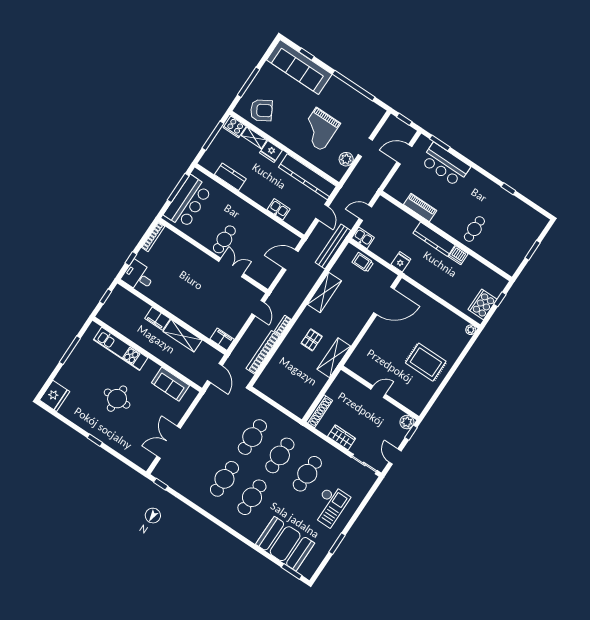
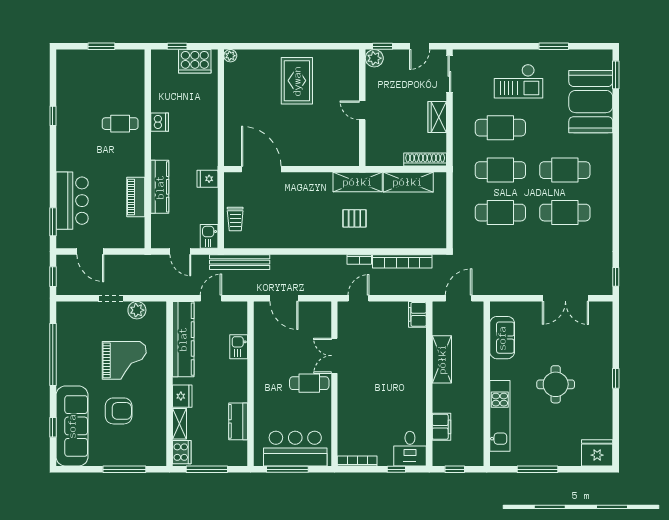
armchair: (261, 110) -> (119, 411), moved, turned 120
kitchen counter: (434, 239) -> (160, 187), moved
shelving: (324, 293) -> (408, 182), moved
filing cabinet: (157, 319) -> (441, 427), moved
checkout: (330, 506) -> (518, 81), turned 180

